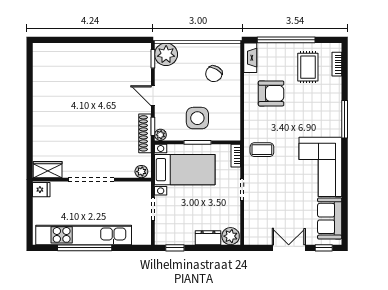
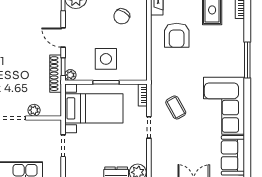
armchair: (271, 93) -> (177, 35), turned 90
coffee table: (262, 150) -> (176, 107), moved, turned 61
plant: (141, 172) -> (34, 110), moved

